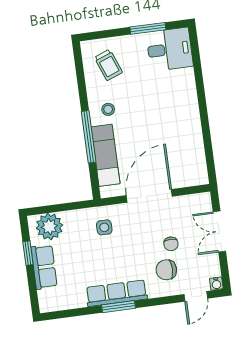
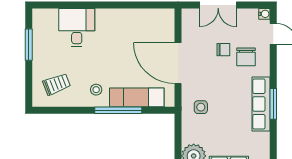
desk: (170, 49) -> (77, 28), moved

